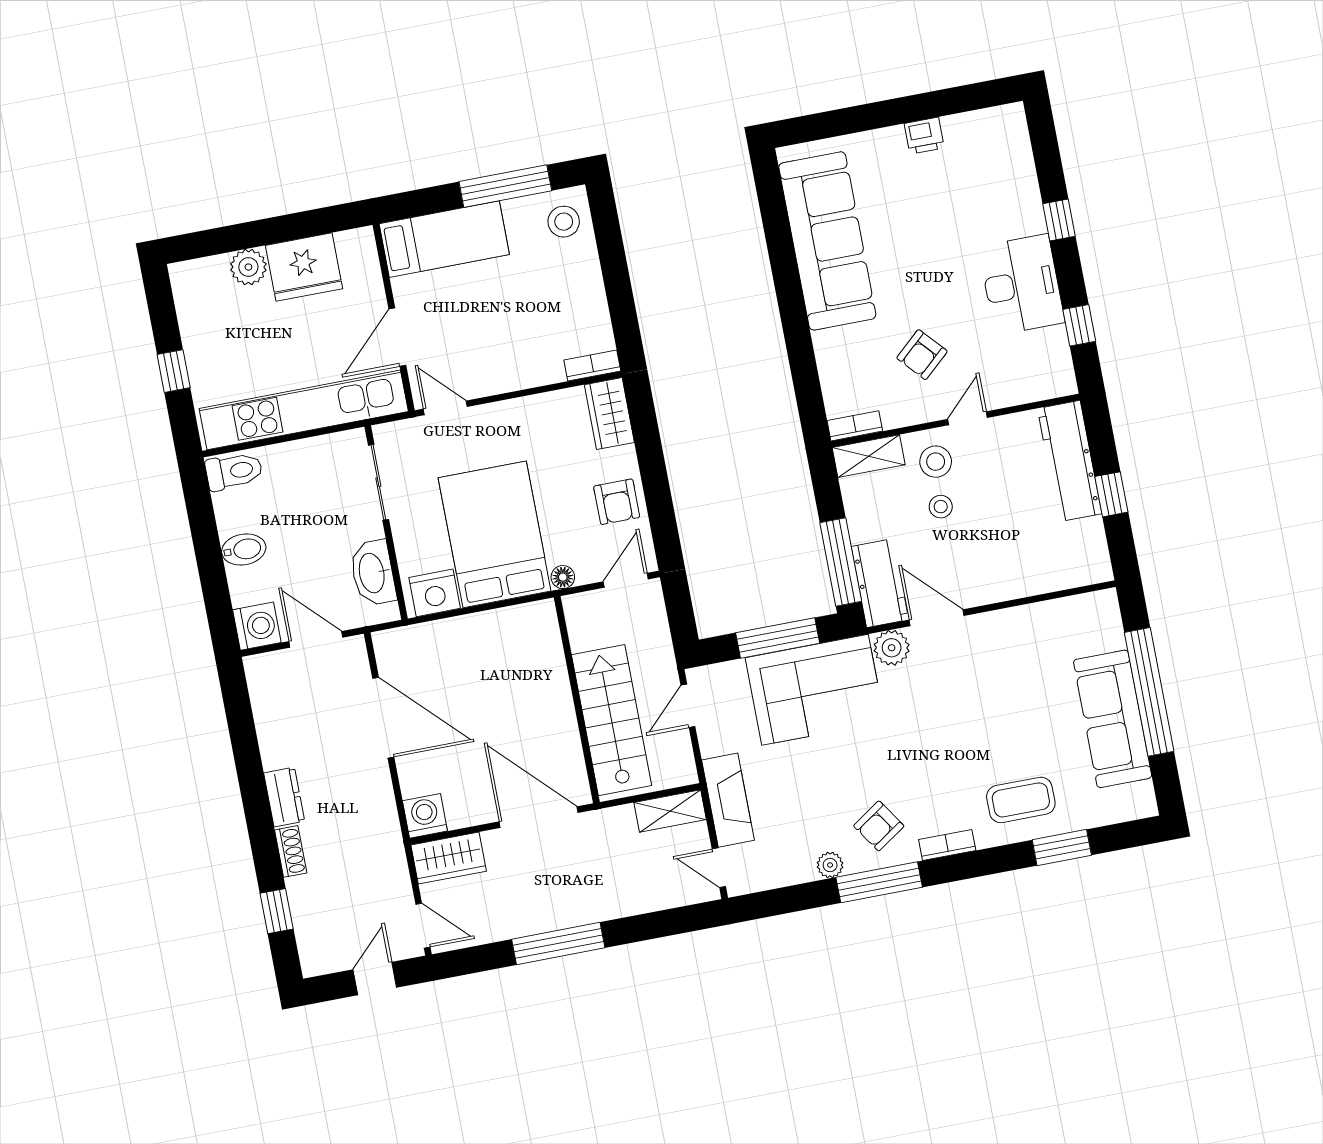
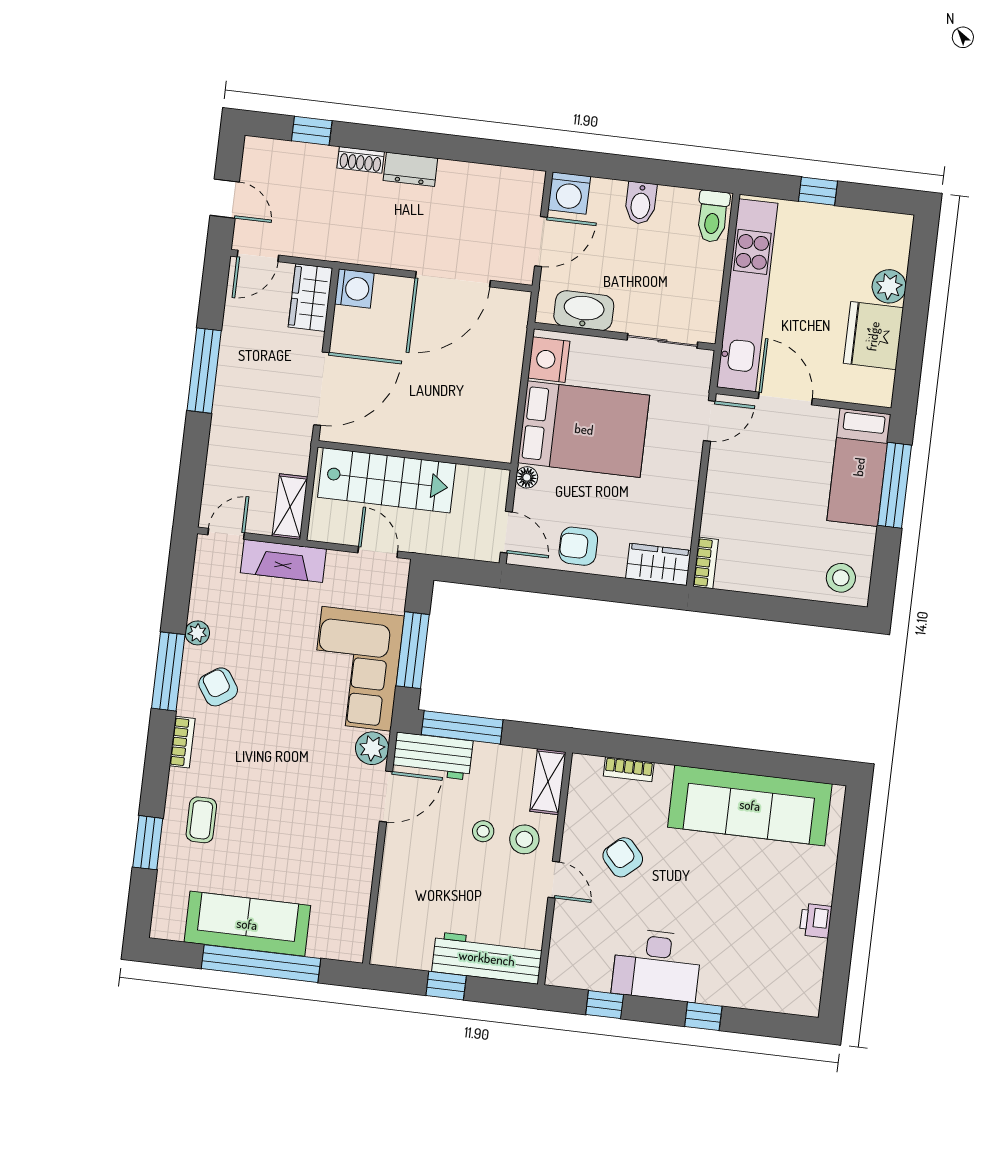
window: (505, 186) -> (895, 485), moved
bookcase: (855, 426) -> (629, 769), moved, turned 90
coffee table: (1021, 800) -> (201, 820), width x0.73, depth x0.77

